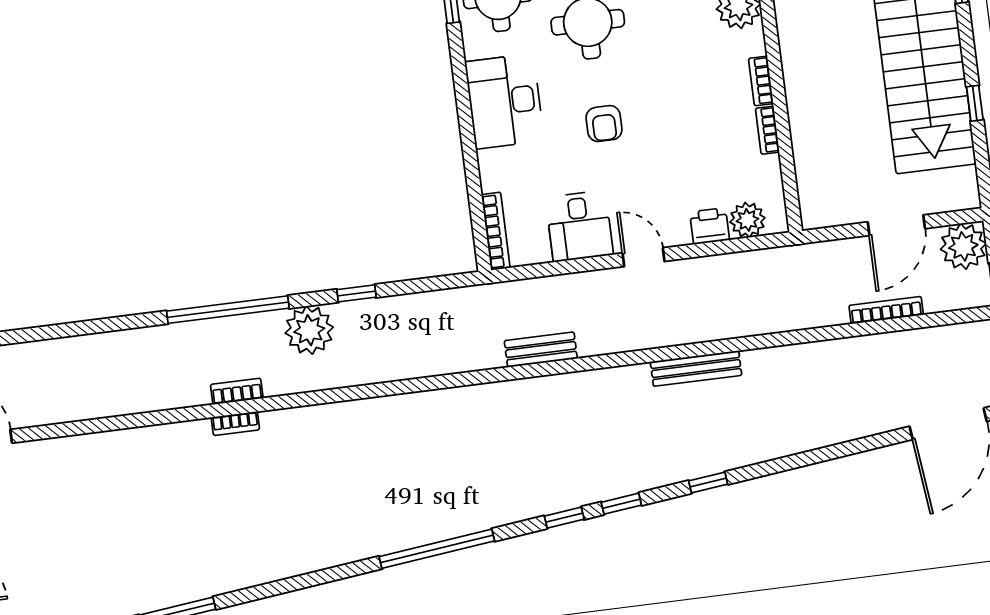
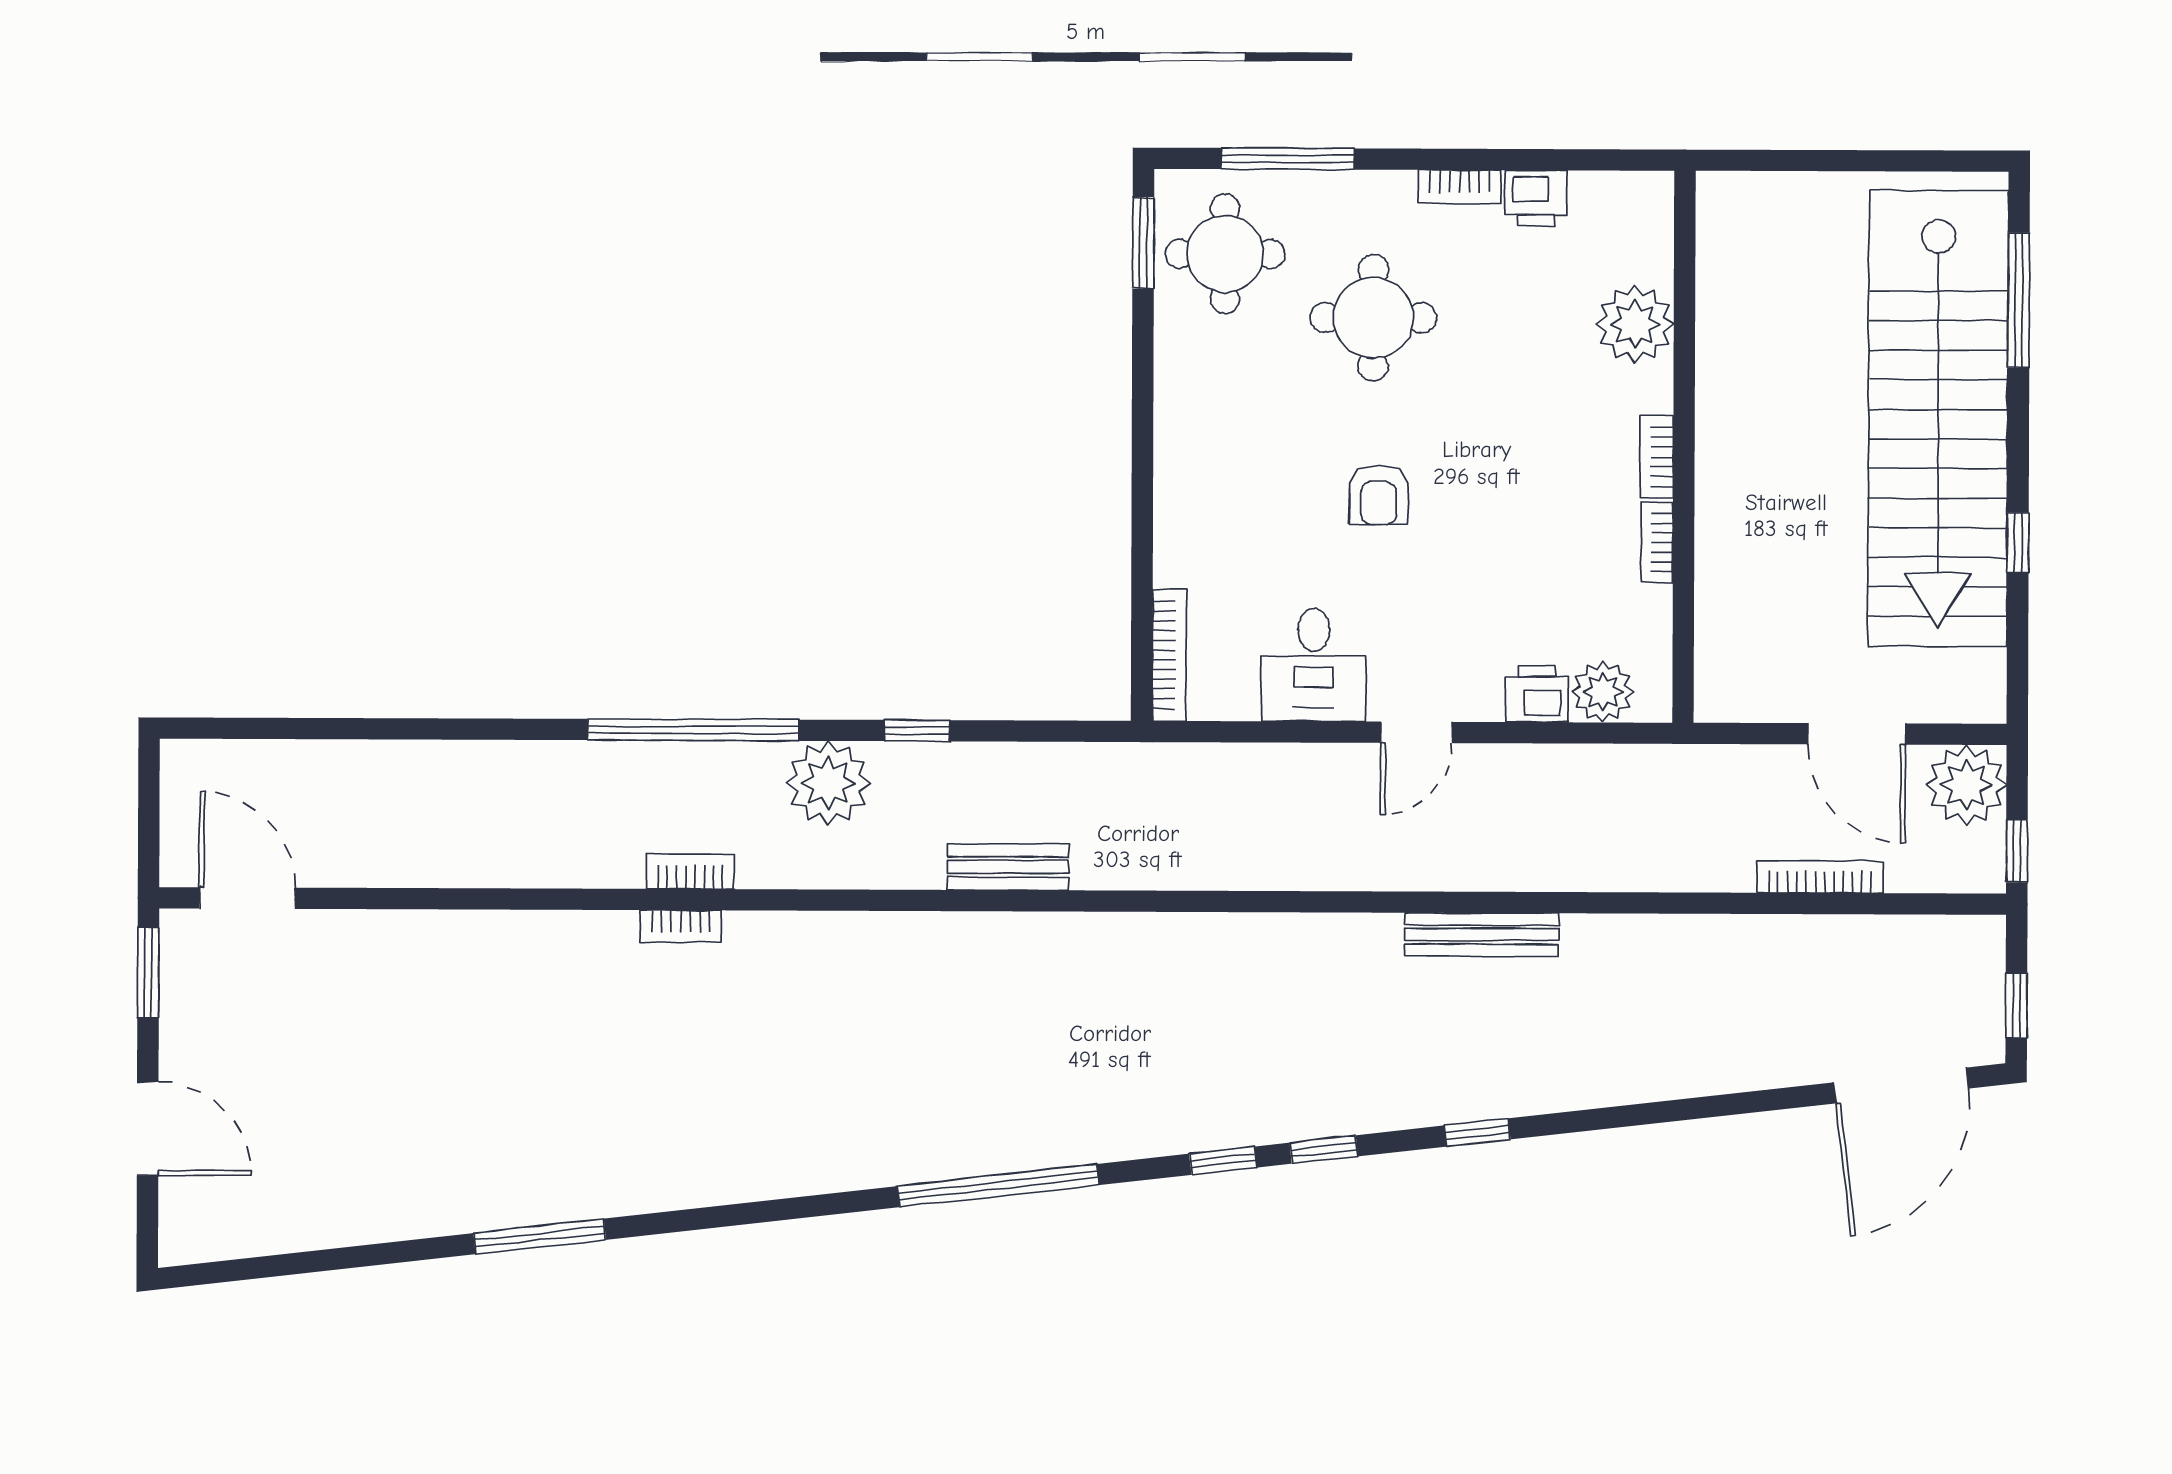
desk: (504, 101) -> (1213, 435), removed
door: (896, 225) -> (1857, 734), hinge flipped
door: (643, 257) -> (1417, 732), swing flipped
bench: (541, 350) -> (1008, 867), moved

